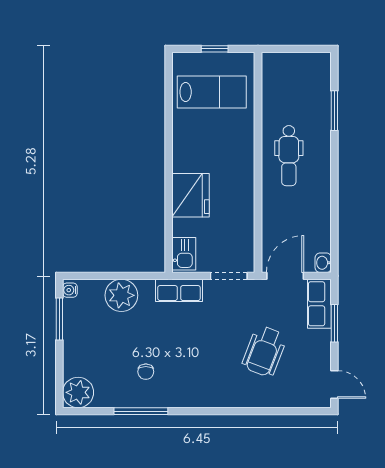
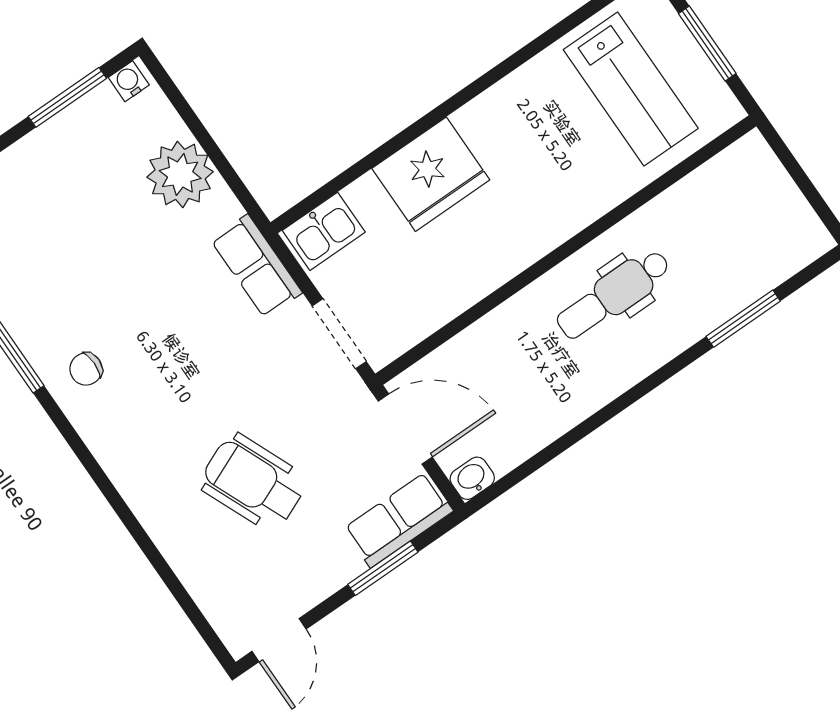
window: (215, 49) -> (707, 43), width x1.50
wheelchair: (264, 351) -> (253, 482), turned 46
chair: (146, 372) -> (86, 369), moved

